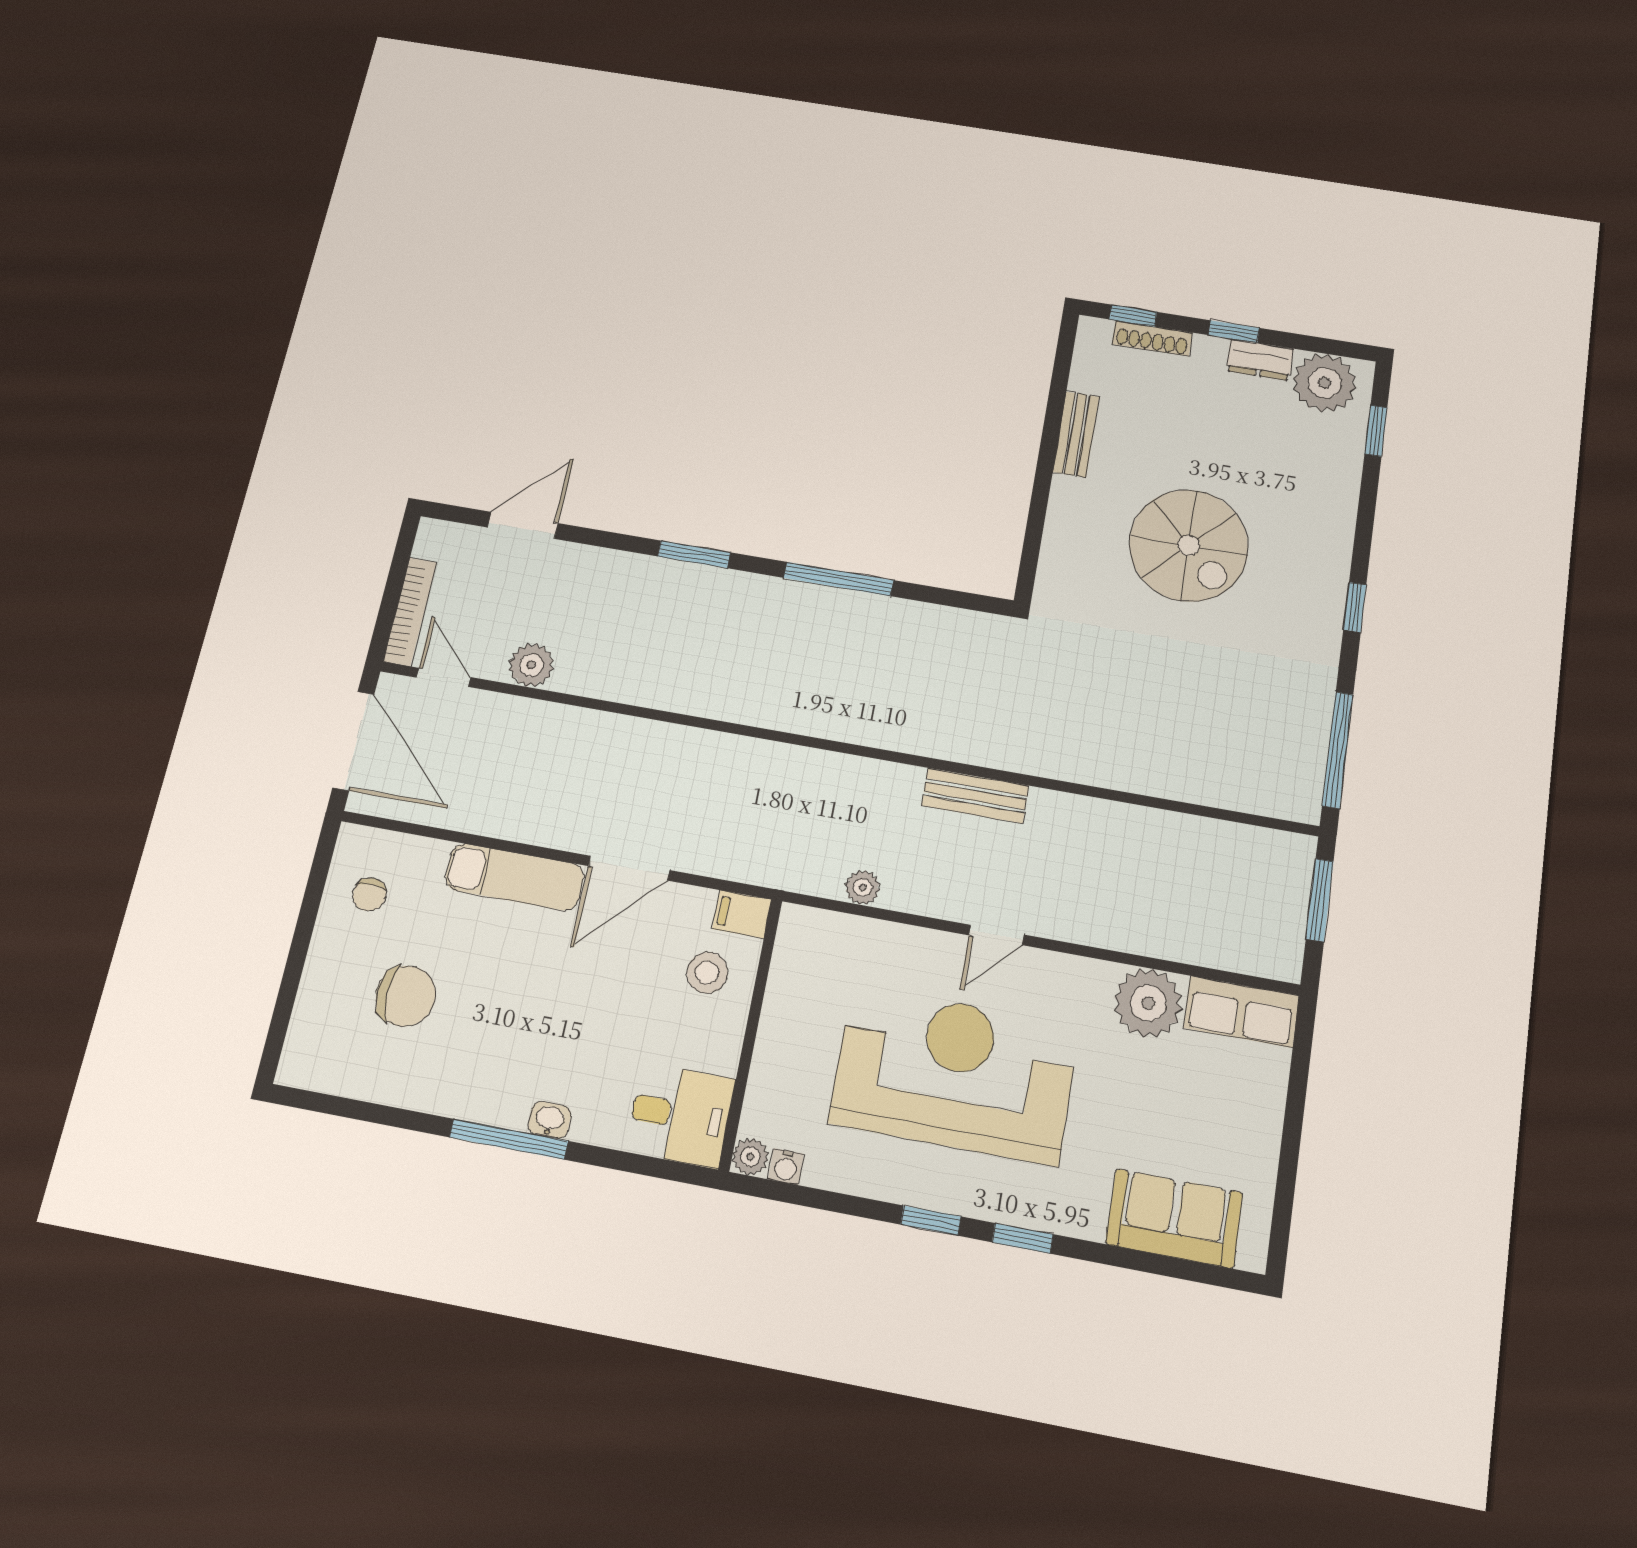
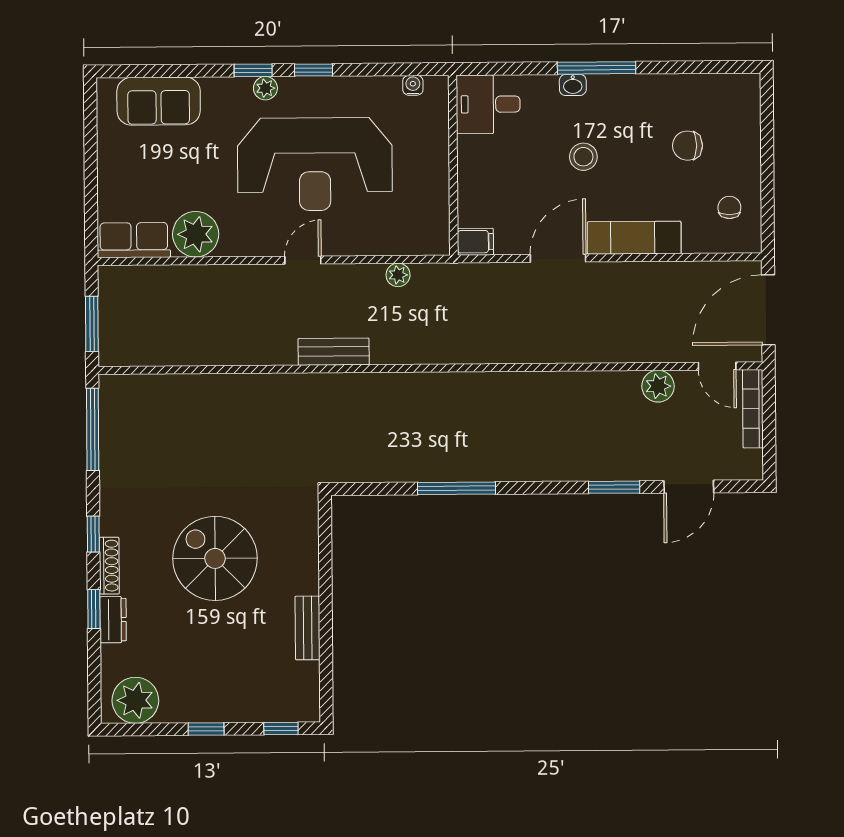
shoe rack: (1152, 338) -> (109, 566), moved, turned 90
dresser: (1260, 360) -> (113, 620), moved, turned 90
window: (1376, 431) -> (94, 609), moved
window: (694, 554) -> (614, 487), moved
door: (353, 741) -> (768, 310), hinge flipped
stool: (707, 973) -> (583, 157), moved
chair: (406, 996) -> (687, 146), width x0.73, depth x0.73
plant: (750, 1157) -> (265, 88), moved

